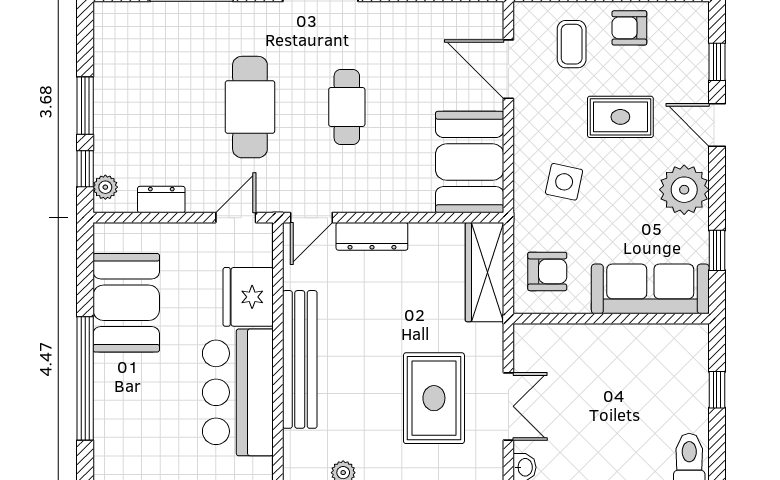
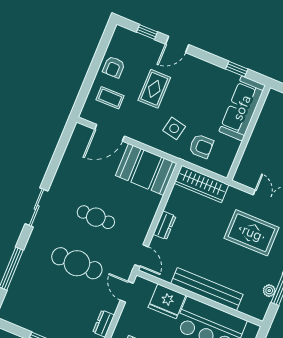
plant: (684, 190) -> (201, 73), removed
dresser: (372, 236) -> (165, 225), width x0.70
armchair: (547, 271) -> (201, 146), moved, turned 89

